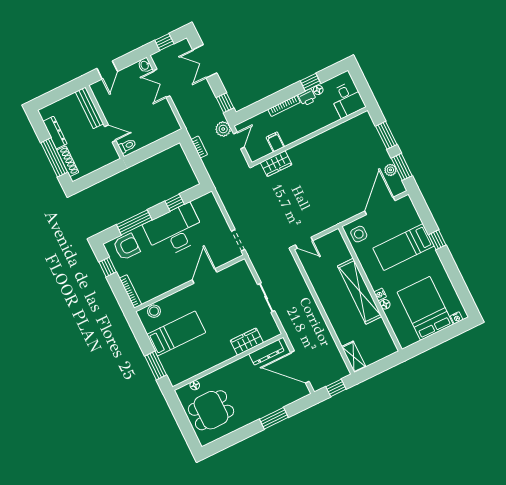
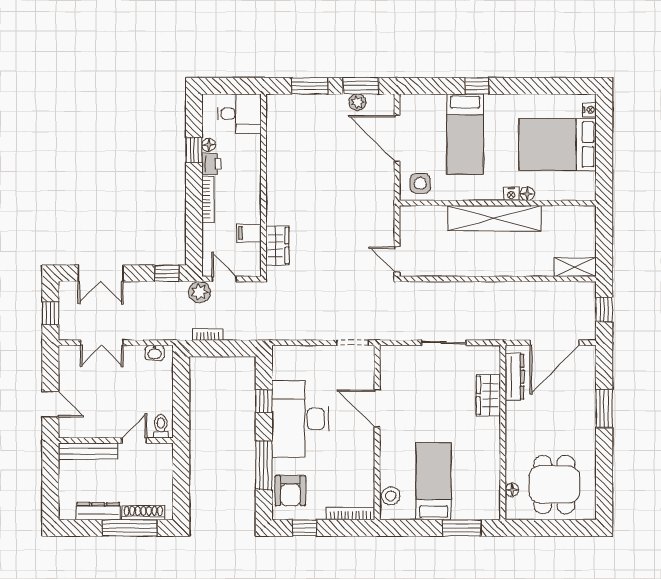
washbasin: (145, 65) -> (155, 353), moved
door: (304, 243) -> (397, 259), swing flipped
armchair: (127, 247) -> (290, 491), turned 180

